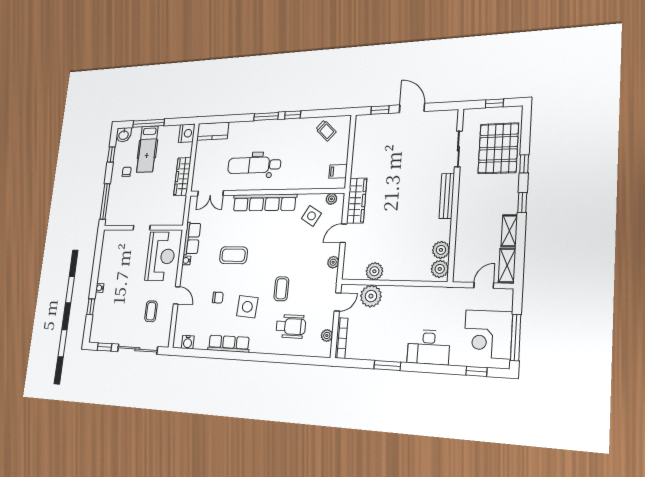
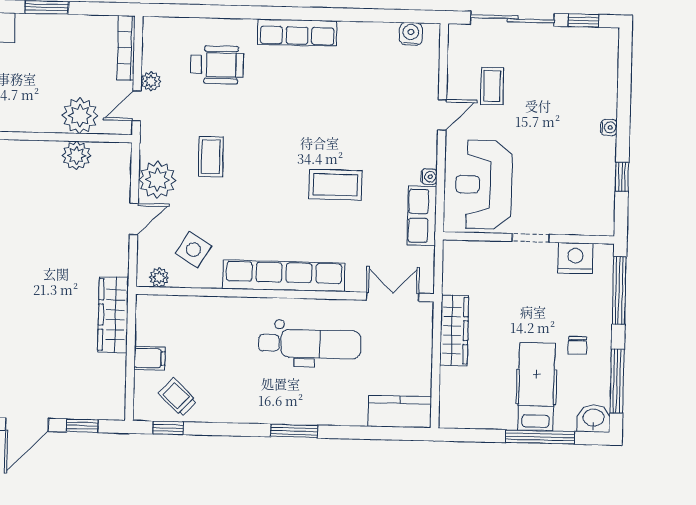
door: (412, 108) -> (27, 424), hinge flipped
window: (293, 115) -> (168, 428), moved
nightstand: (187, 133) -> (575, 258), moved, turned 90
window: (111, 155) -> (617, 381), width x2.17
filing cabinet: (338, 171) -> (150, 358), moved
wardrobe: (357, 201) -> (113, 315), moved
plant: (333, 262) -> (157, 180), width x1.87, depth x1.87
coffee table: (281, 289) -> (211, 157), moved
door: (177, 295) -> (442, 115), swing flipped
chair: (218, 298) -> (359, 111), removed
window: (91, 307) -> (622, 177), moved
side table: (247, 307) -> (300, 96), removed
wheelchair: (291, 326) -> (217, 65), turned 180
plant: (327, 336) -> (151, 81), moved
row of seats: (229, 344) -> (297, 32), moved

